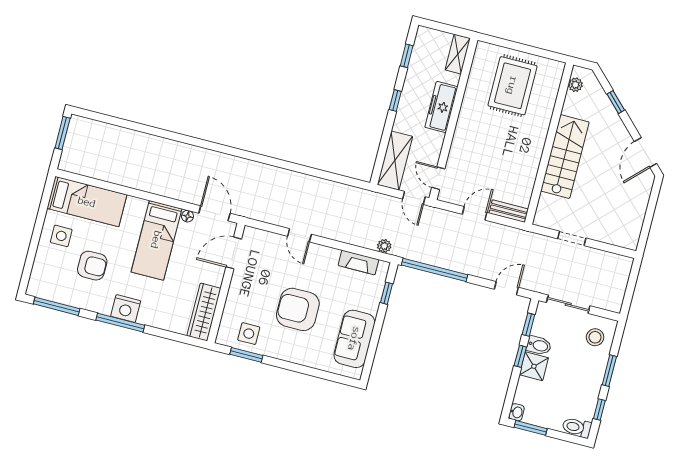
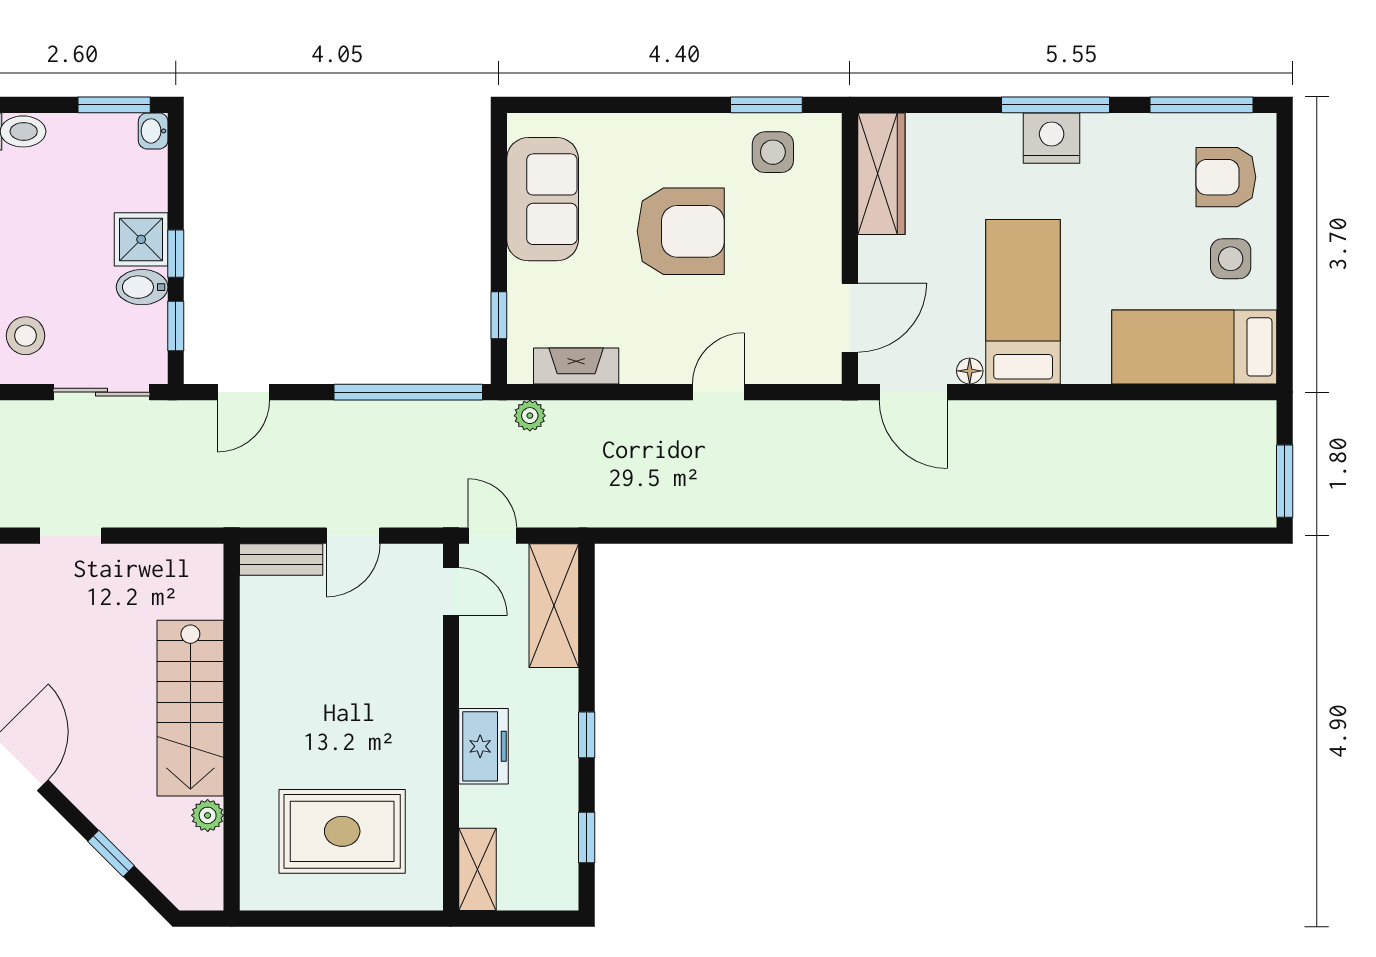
plant: (575, 85) -> (208, 815), moved
rug: (512, 86) -> (342, 831), turned 90
freezer: (441, 107) -> (484, 746), width x0.71
door: (299, 235) -> (718, 392), hinge flipped
doorway: (572, 238) -> (71, 536), moved
armchair: (92, 266) -> (1226, 177), moved

